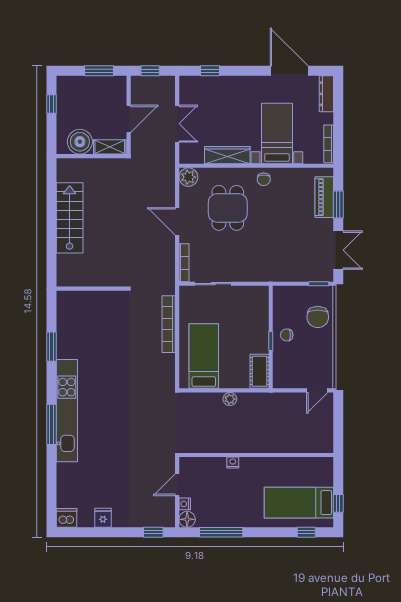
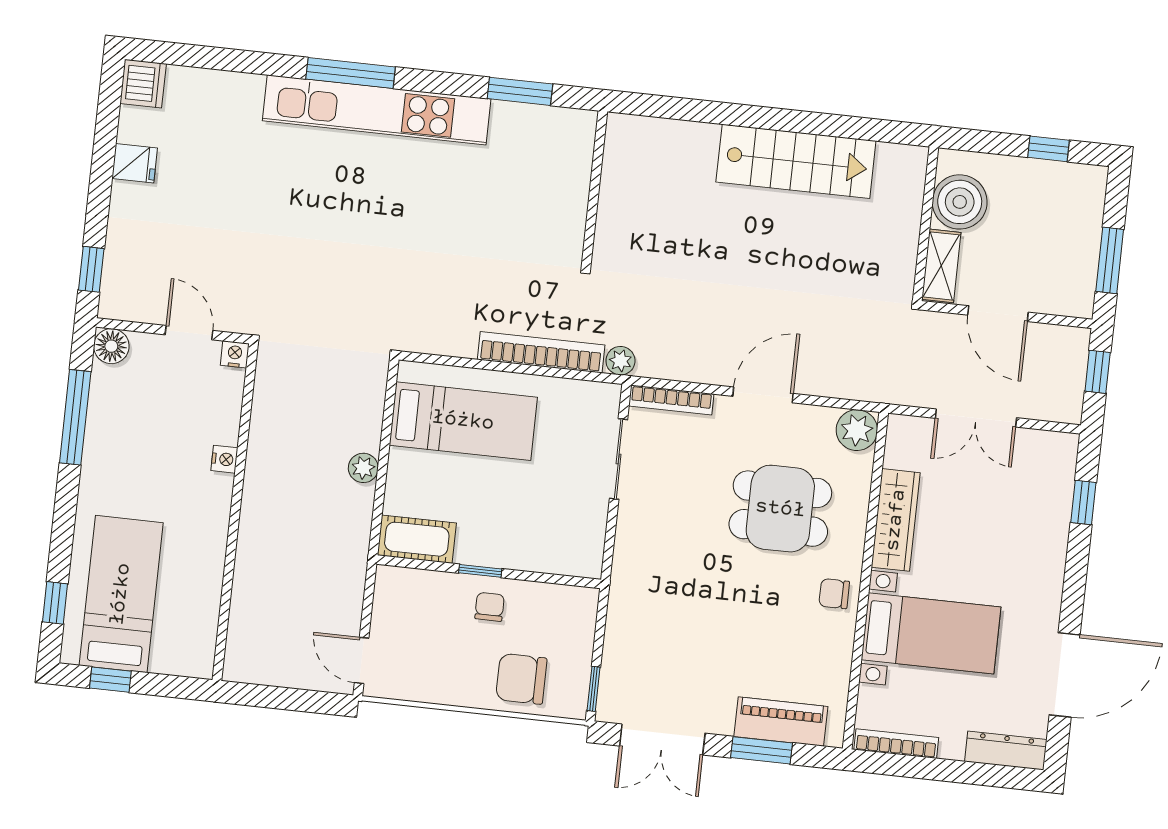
plant: (169, 288) -> (620, 361), added
wall: (91, 289) -> (595, 188), moved
nightstand: (185, 504) -> (235, 354), moved

